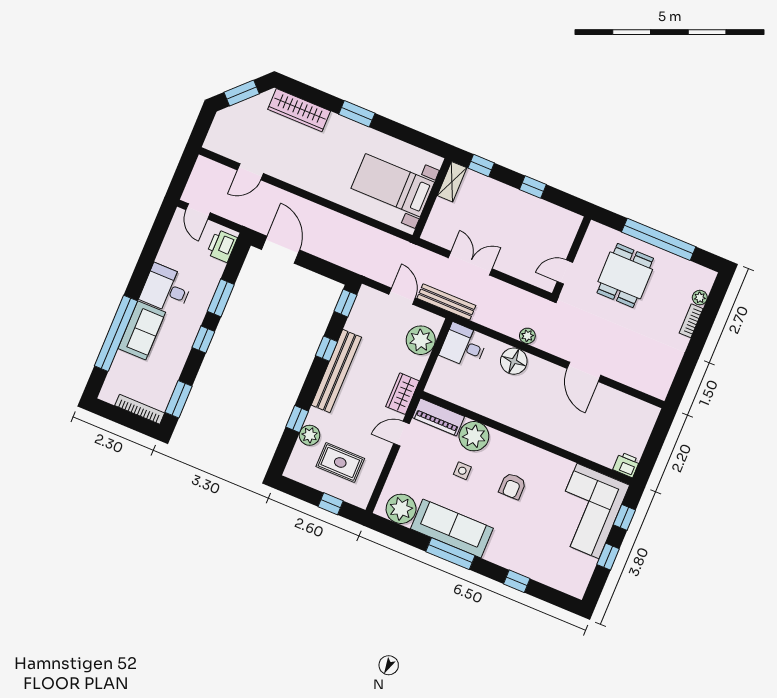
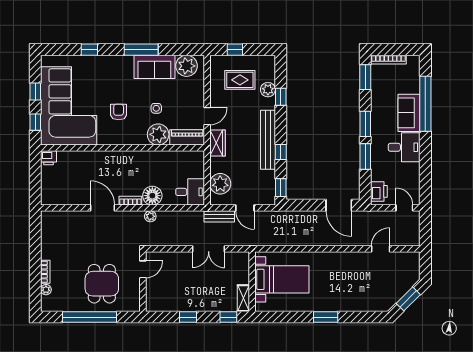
wardrobe: (299, 110) -> (365, 303), removed
bench: (446, 302) -> (219, 216), width x0.73
window: (203, 340) -> (365, 124), width x1.50
bookcase: (544, 366) -> (130, 201), added
corner sofa: (588, 511) -> (69, 106), width x1.36, depth x1.36
sofa: (452, 528) -> (154, 67), width x0.73

